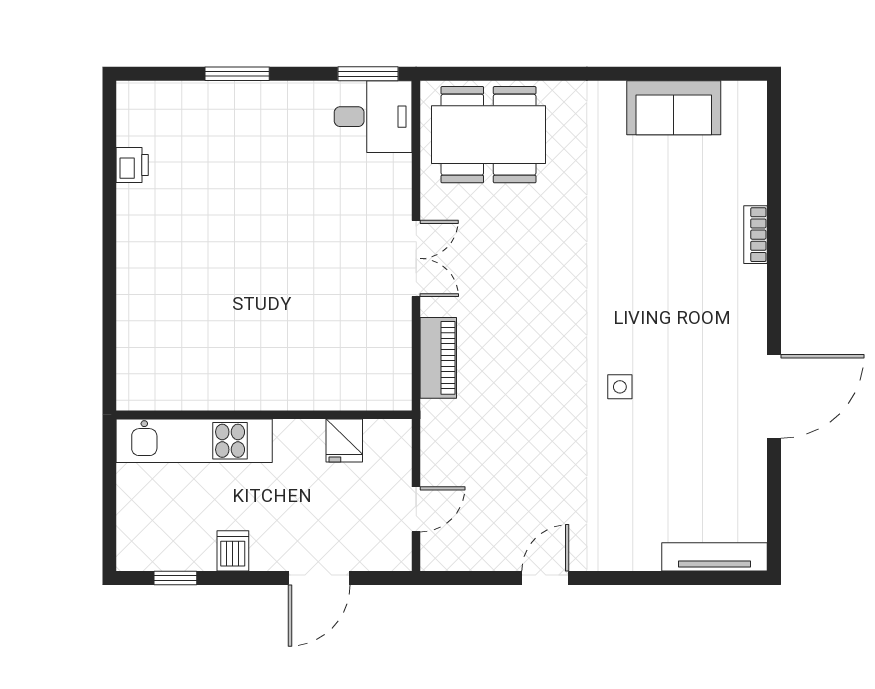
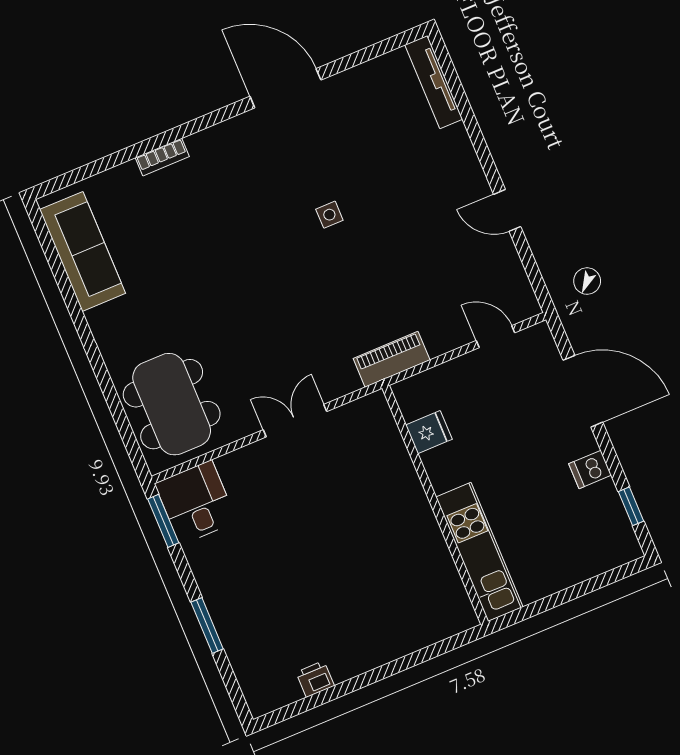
sofa: (674, 108) -> (82, 251), width x1.36
piano: (438, 358) -> (392, 359), moved
wall: (264, 415) -> (435, 505), moved
fridge: (344, 440) -> (429, 432), moved
kitchen unit: (194, 441) -> (479, 552), moved
door: (319, 578) -> (583, 391), width x1.36

